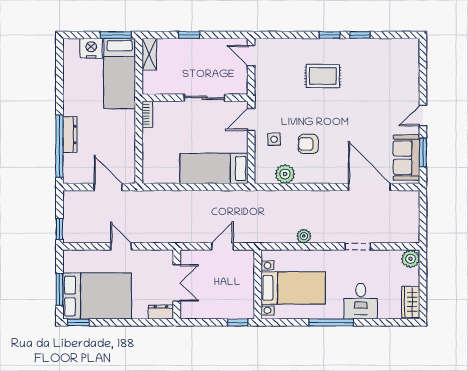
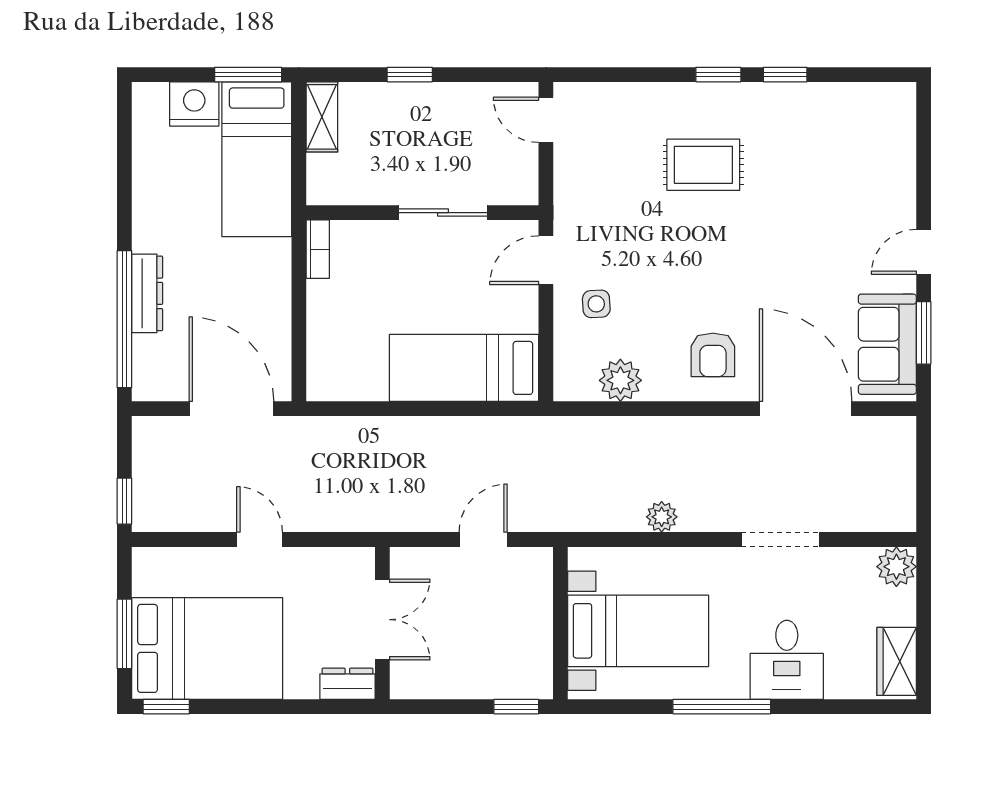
armchair: (308, 144) -> (713, 355), moved, turned -90
door: (108, 187) -> (231, 409), width x1.36
doorway: (358, 246) -> (780, 539), width x1.38

